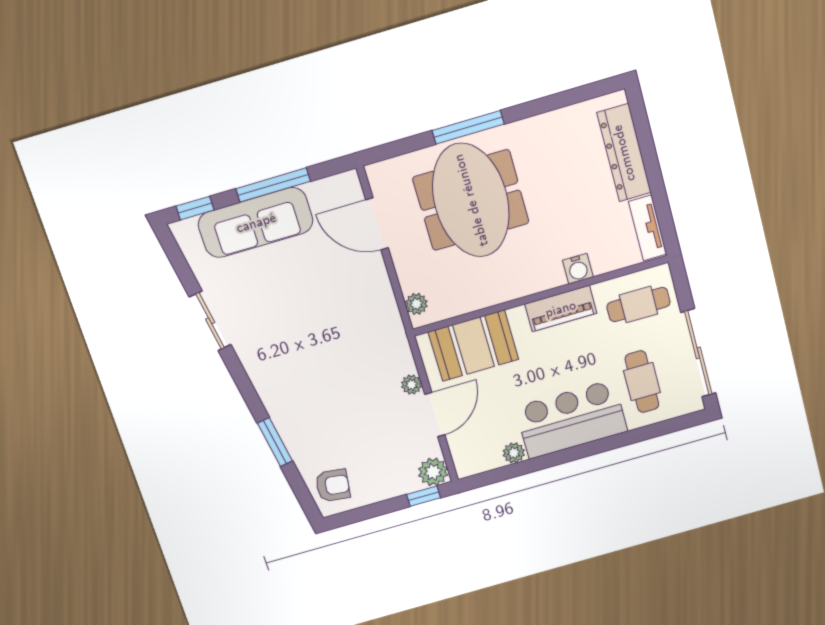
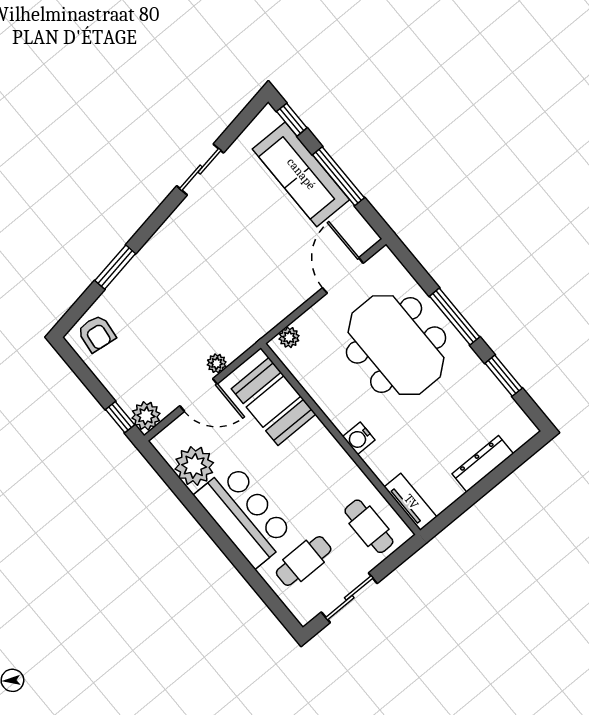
window: (551, 103) -> (504, 376), added
dresser: (624, 153) -> (483, 464), width x0.73, depth x0.80
meeting table: (471, 200) -> (396, 345), turned 90
tv unit: (648, 228) -> (411, 502), moved, turned 90
water cooler: (578, 269) -> (359, 438), moved
piano: (561, 309) -> (337, 462), removed
sliding door: (698, 353) -> (349, 598), width x0.73
plant: (514, 453) -> (194, 466), width x1.88, depth x1.88

